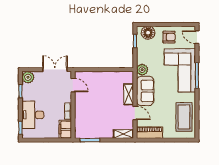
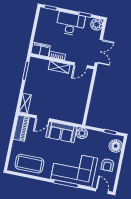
door: (197, 37) -> (102, 191), hinge flipped
shelving: (129, 94) -> (59, 67), moved
desk: (33, 115) -> (70, 24), moved

